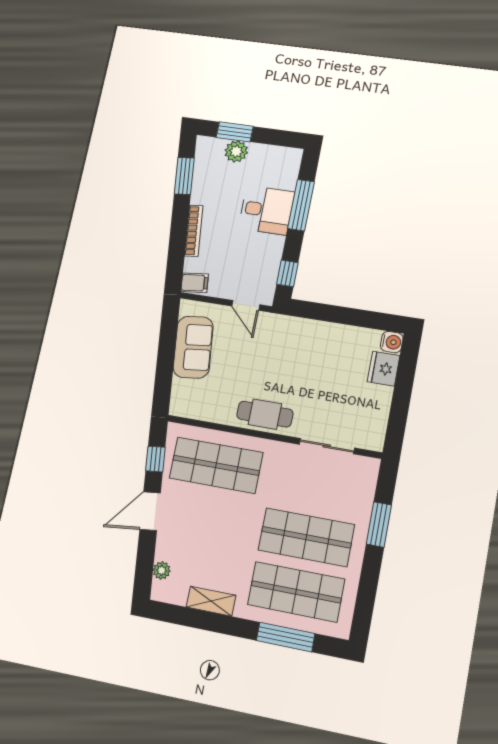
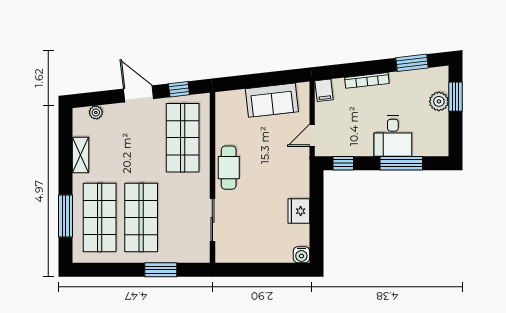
fridge: (384, 369) -> (299, 211), moved, turned -90

